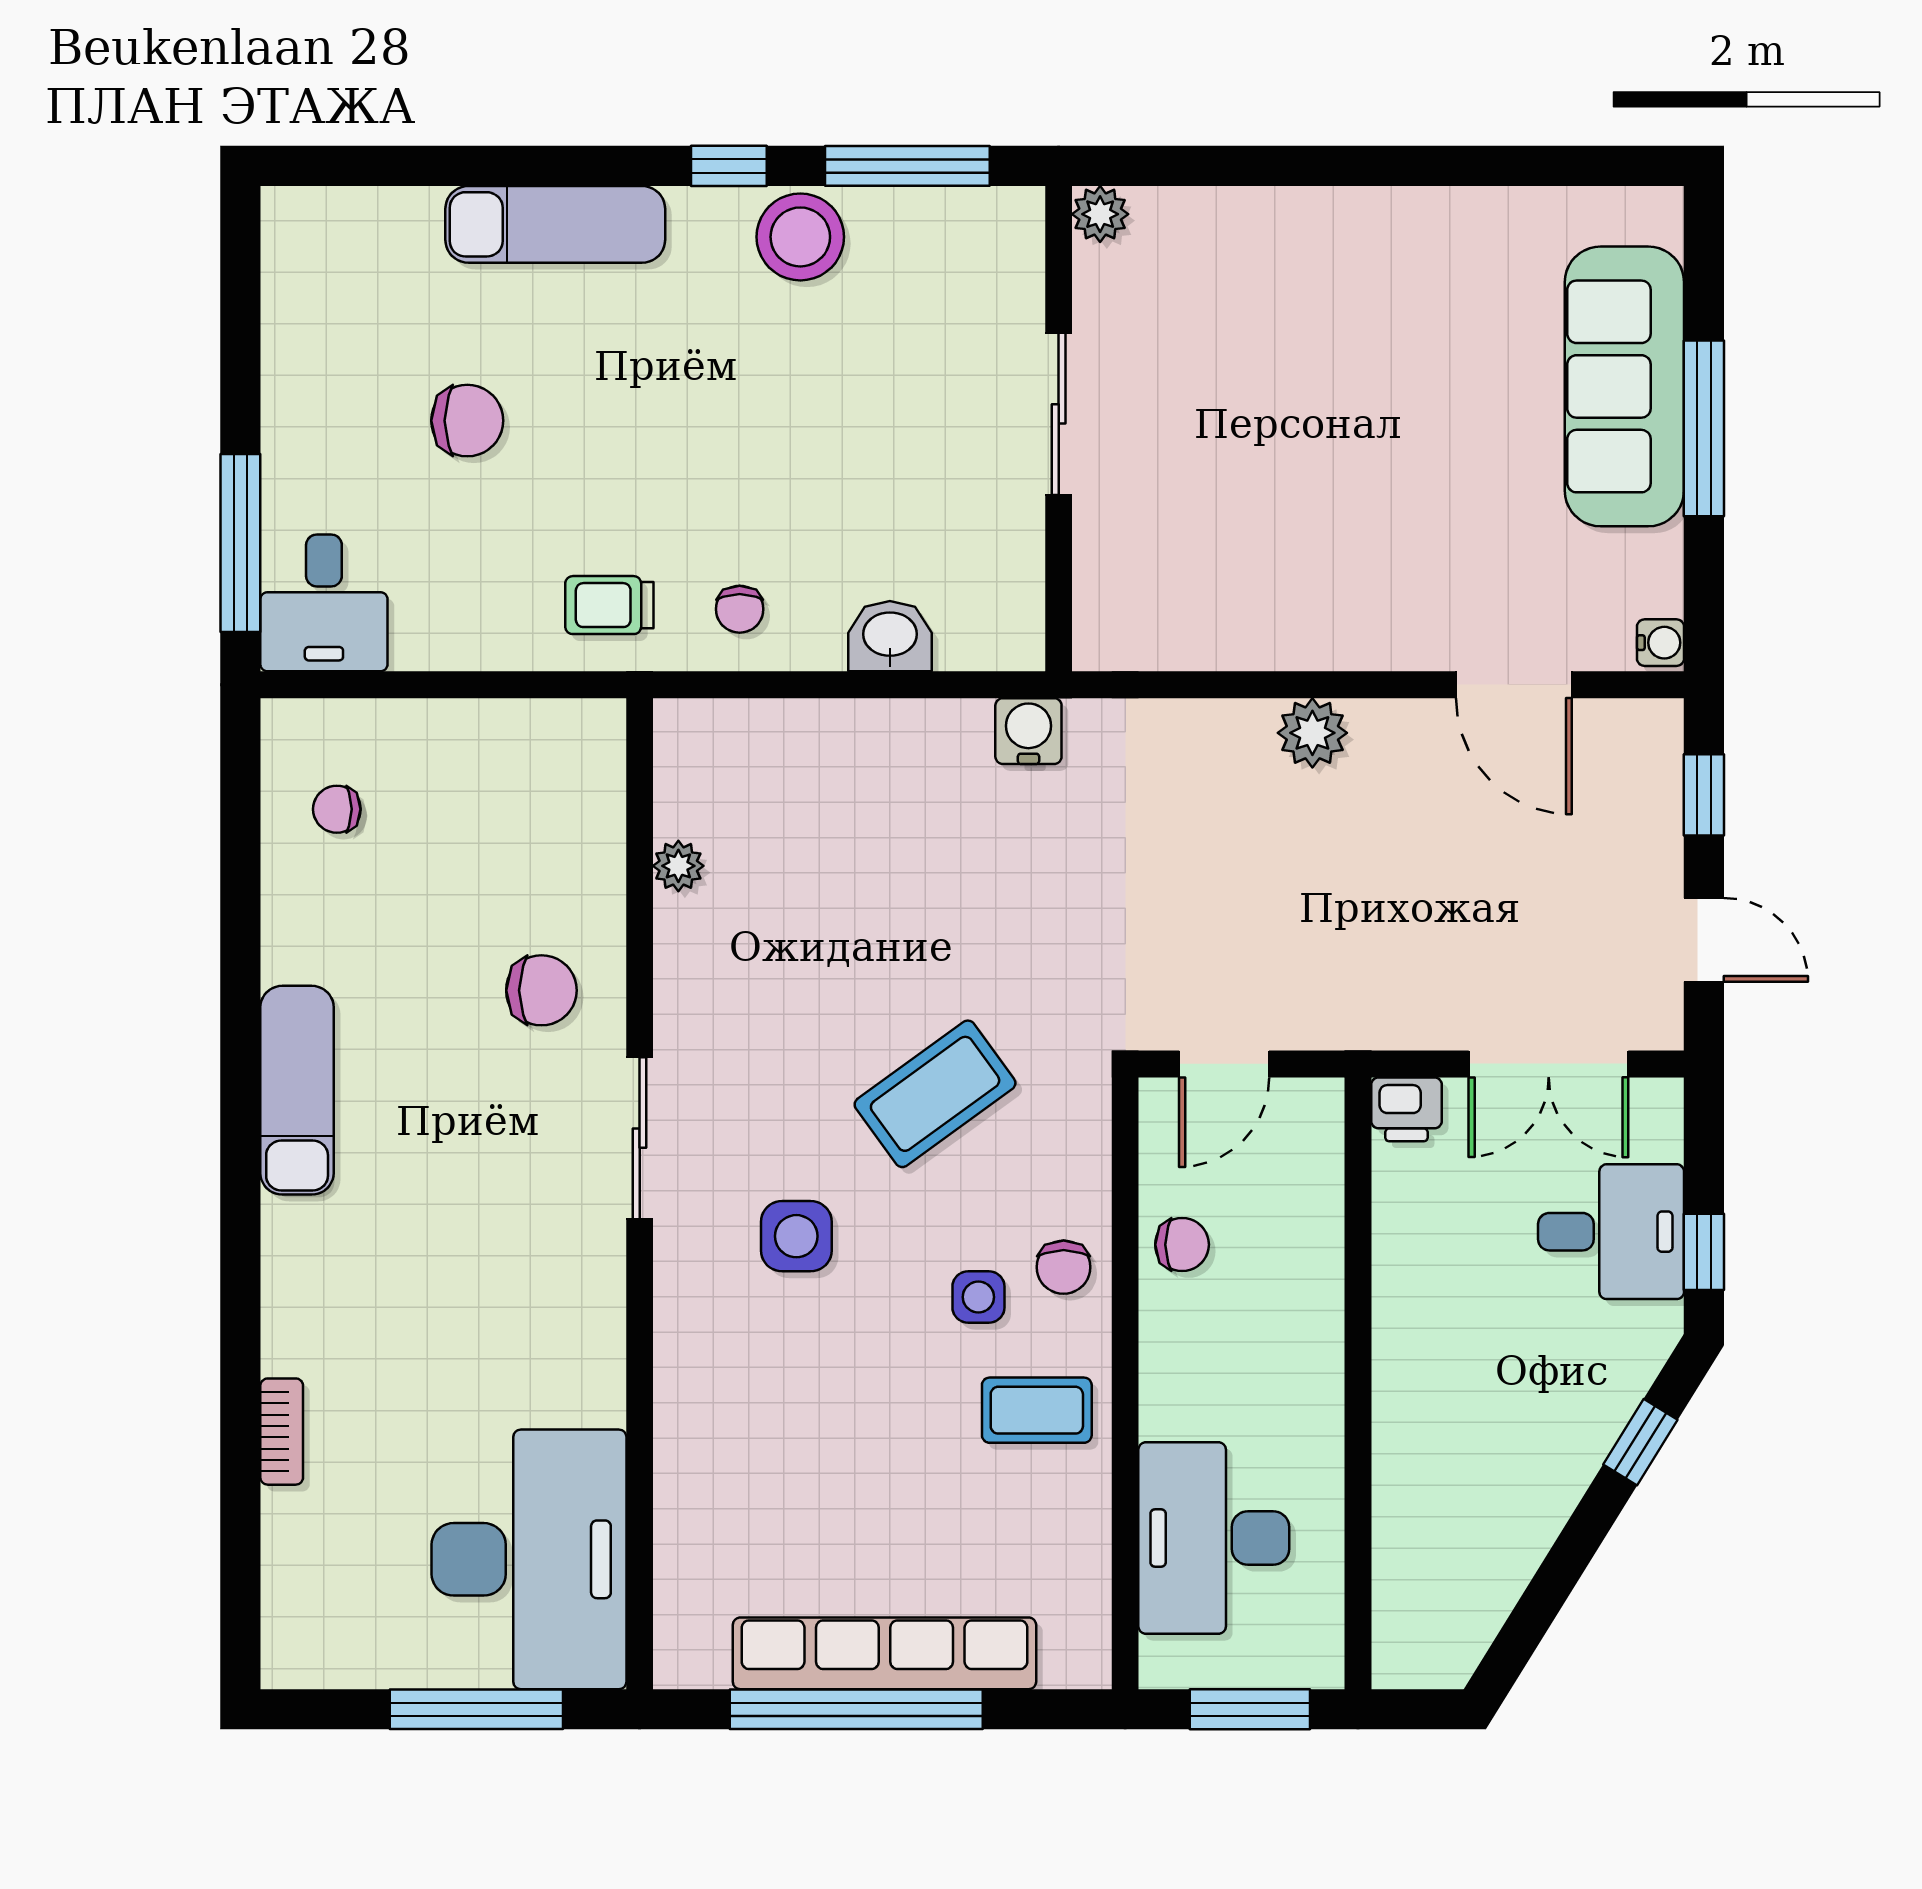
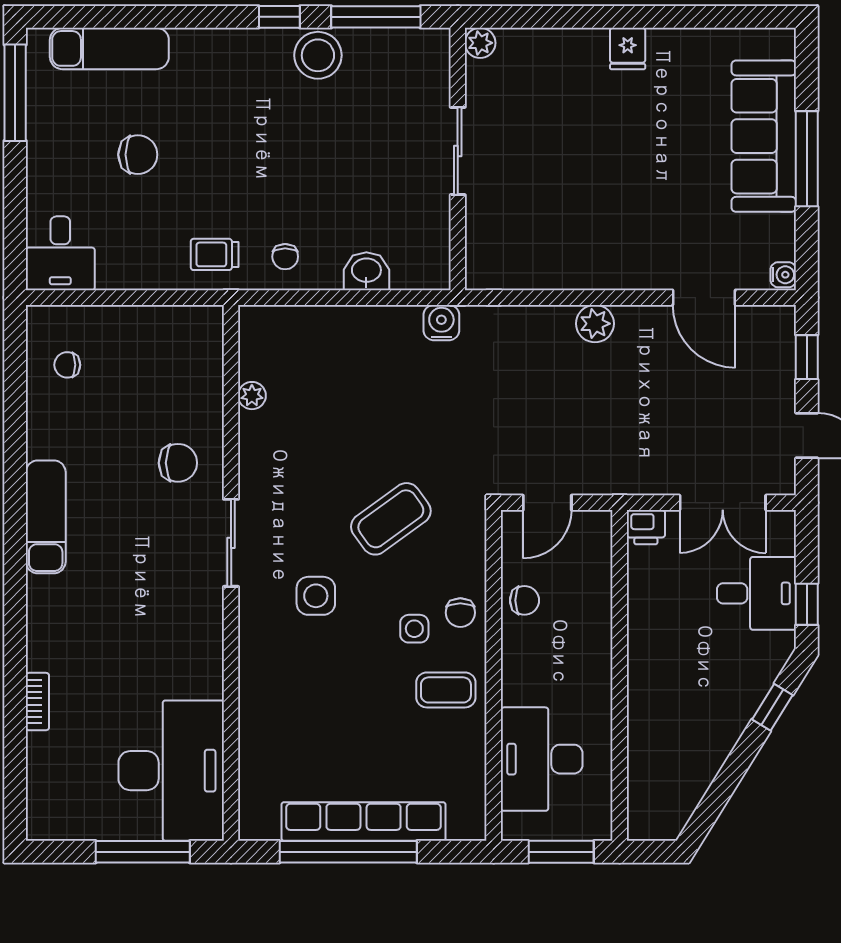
exam couch: (555, 224) -> (109, 48), moved
fridge: (1373, 225) -> (628, 49), added
window: (240, 543) -> (15, 93), moved

